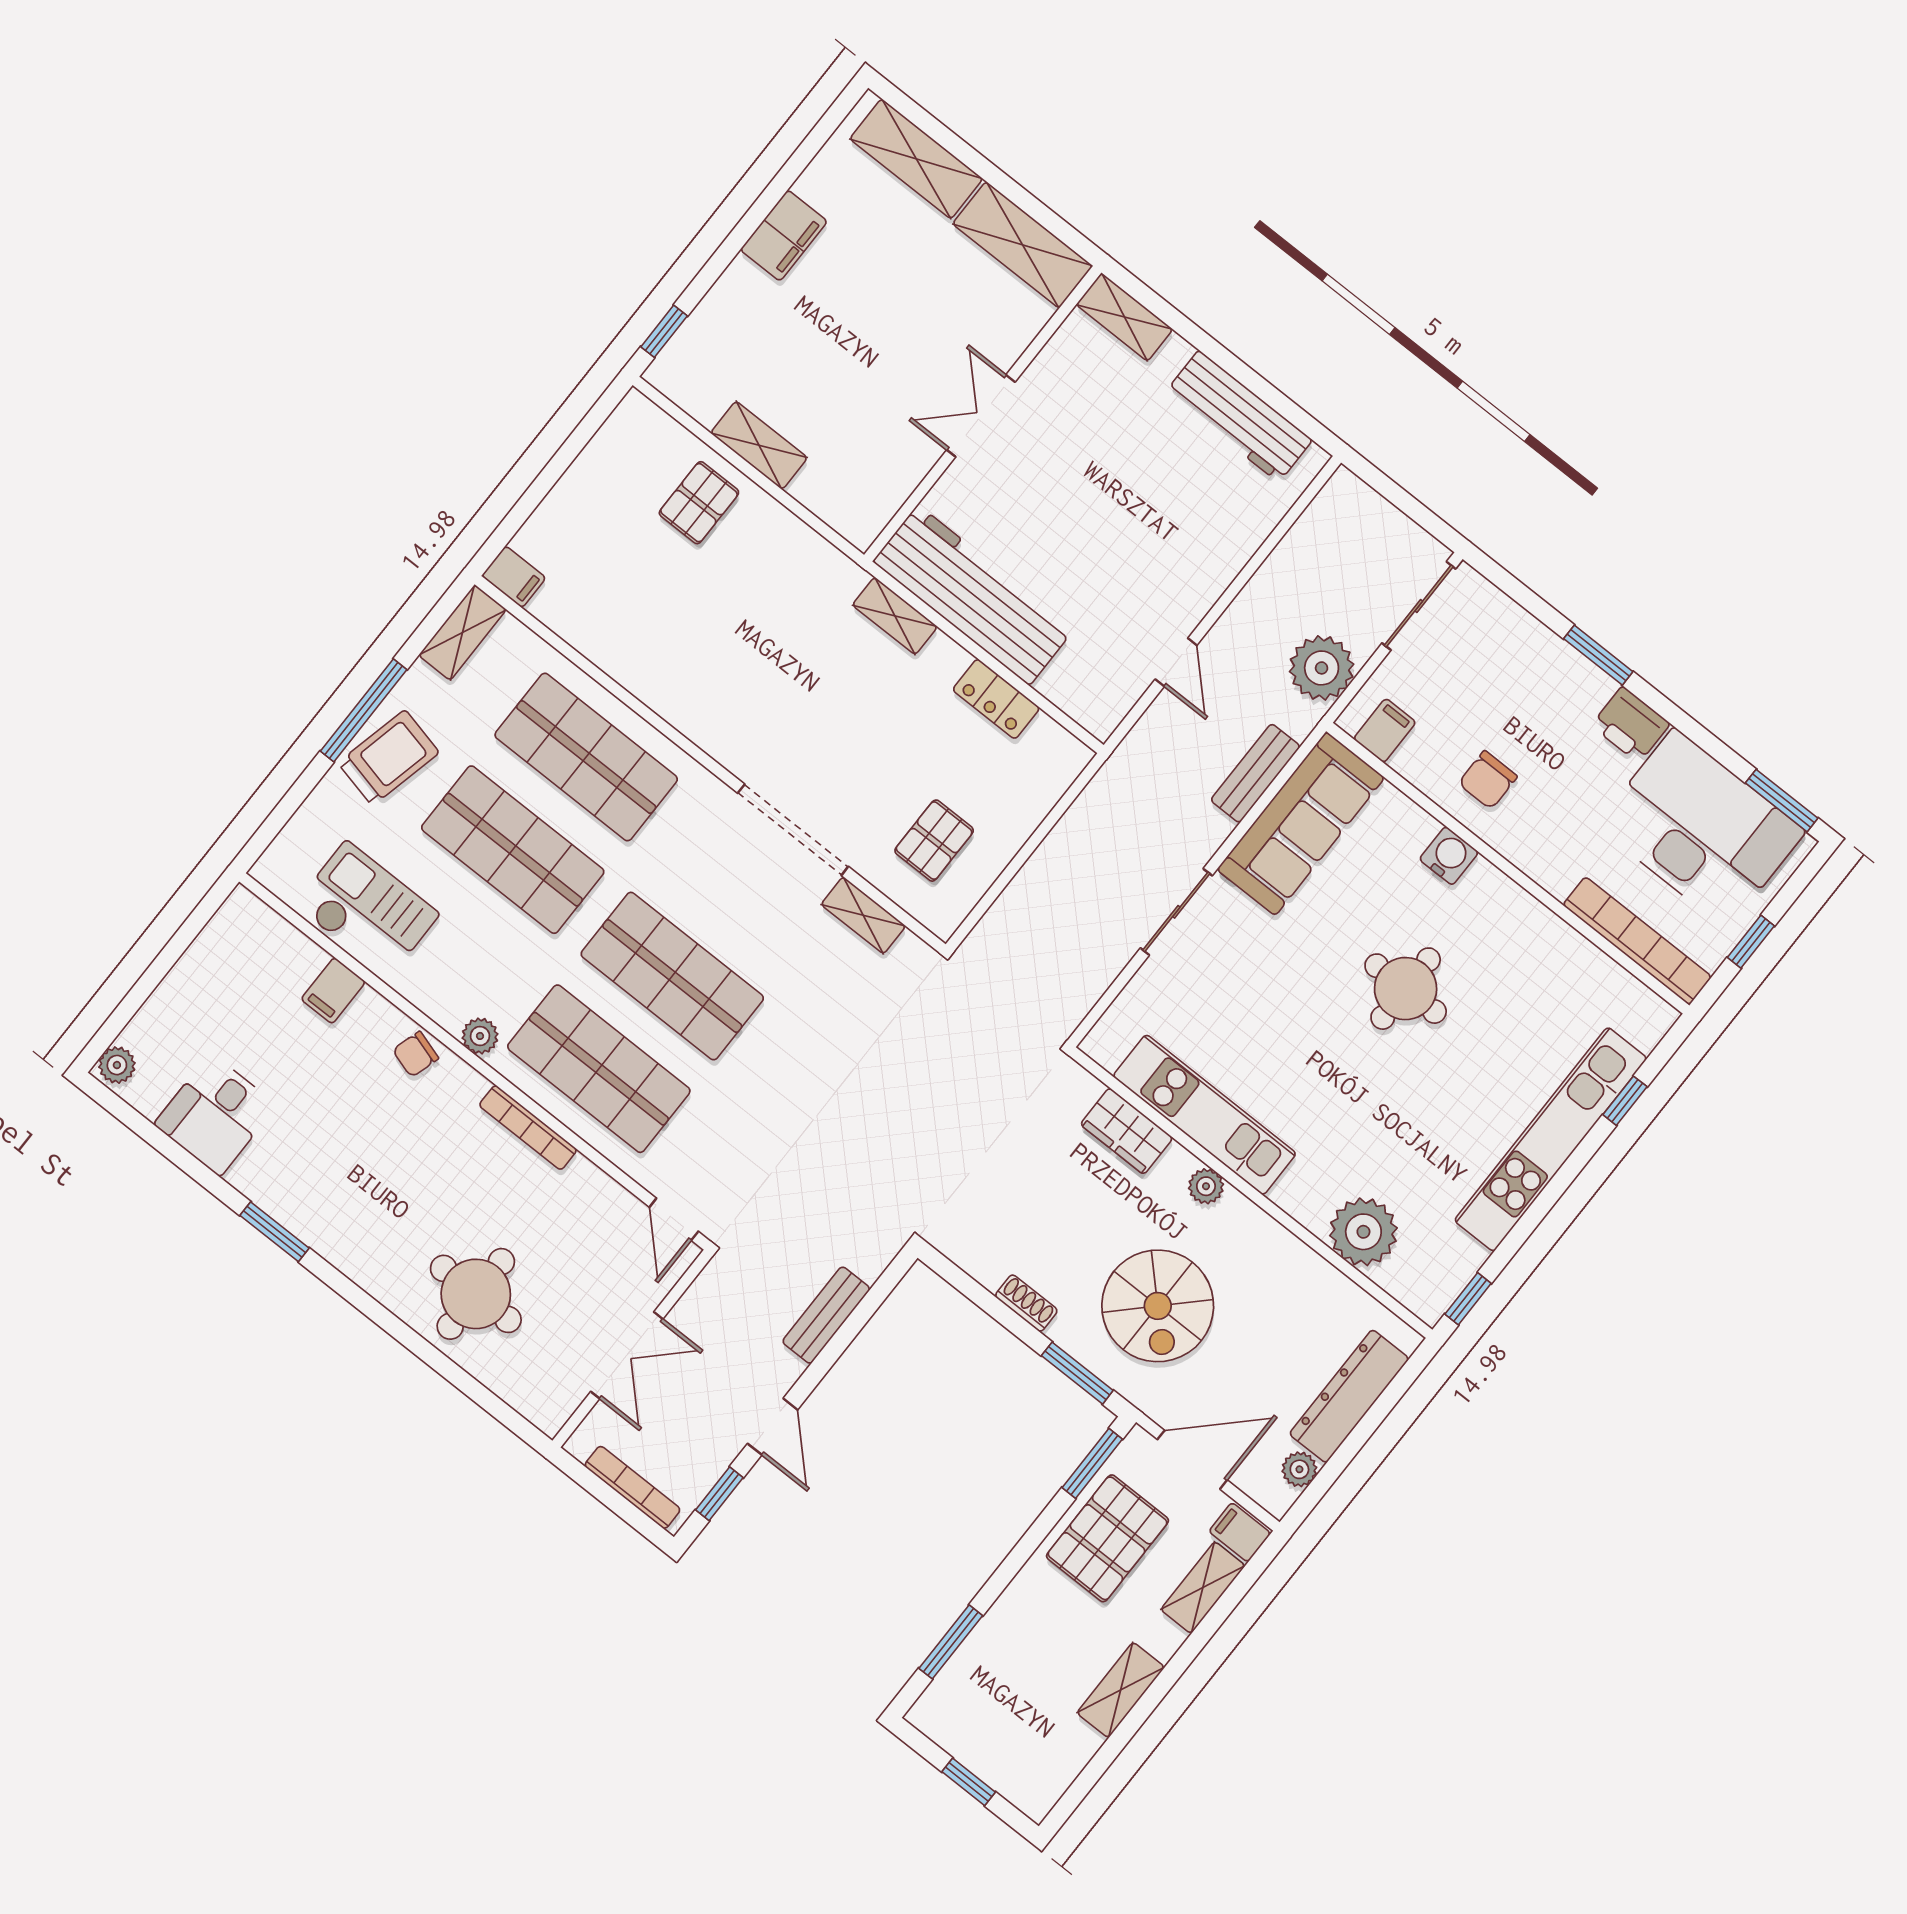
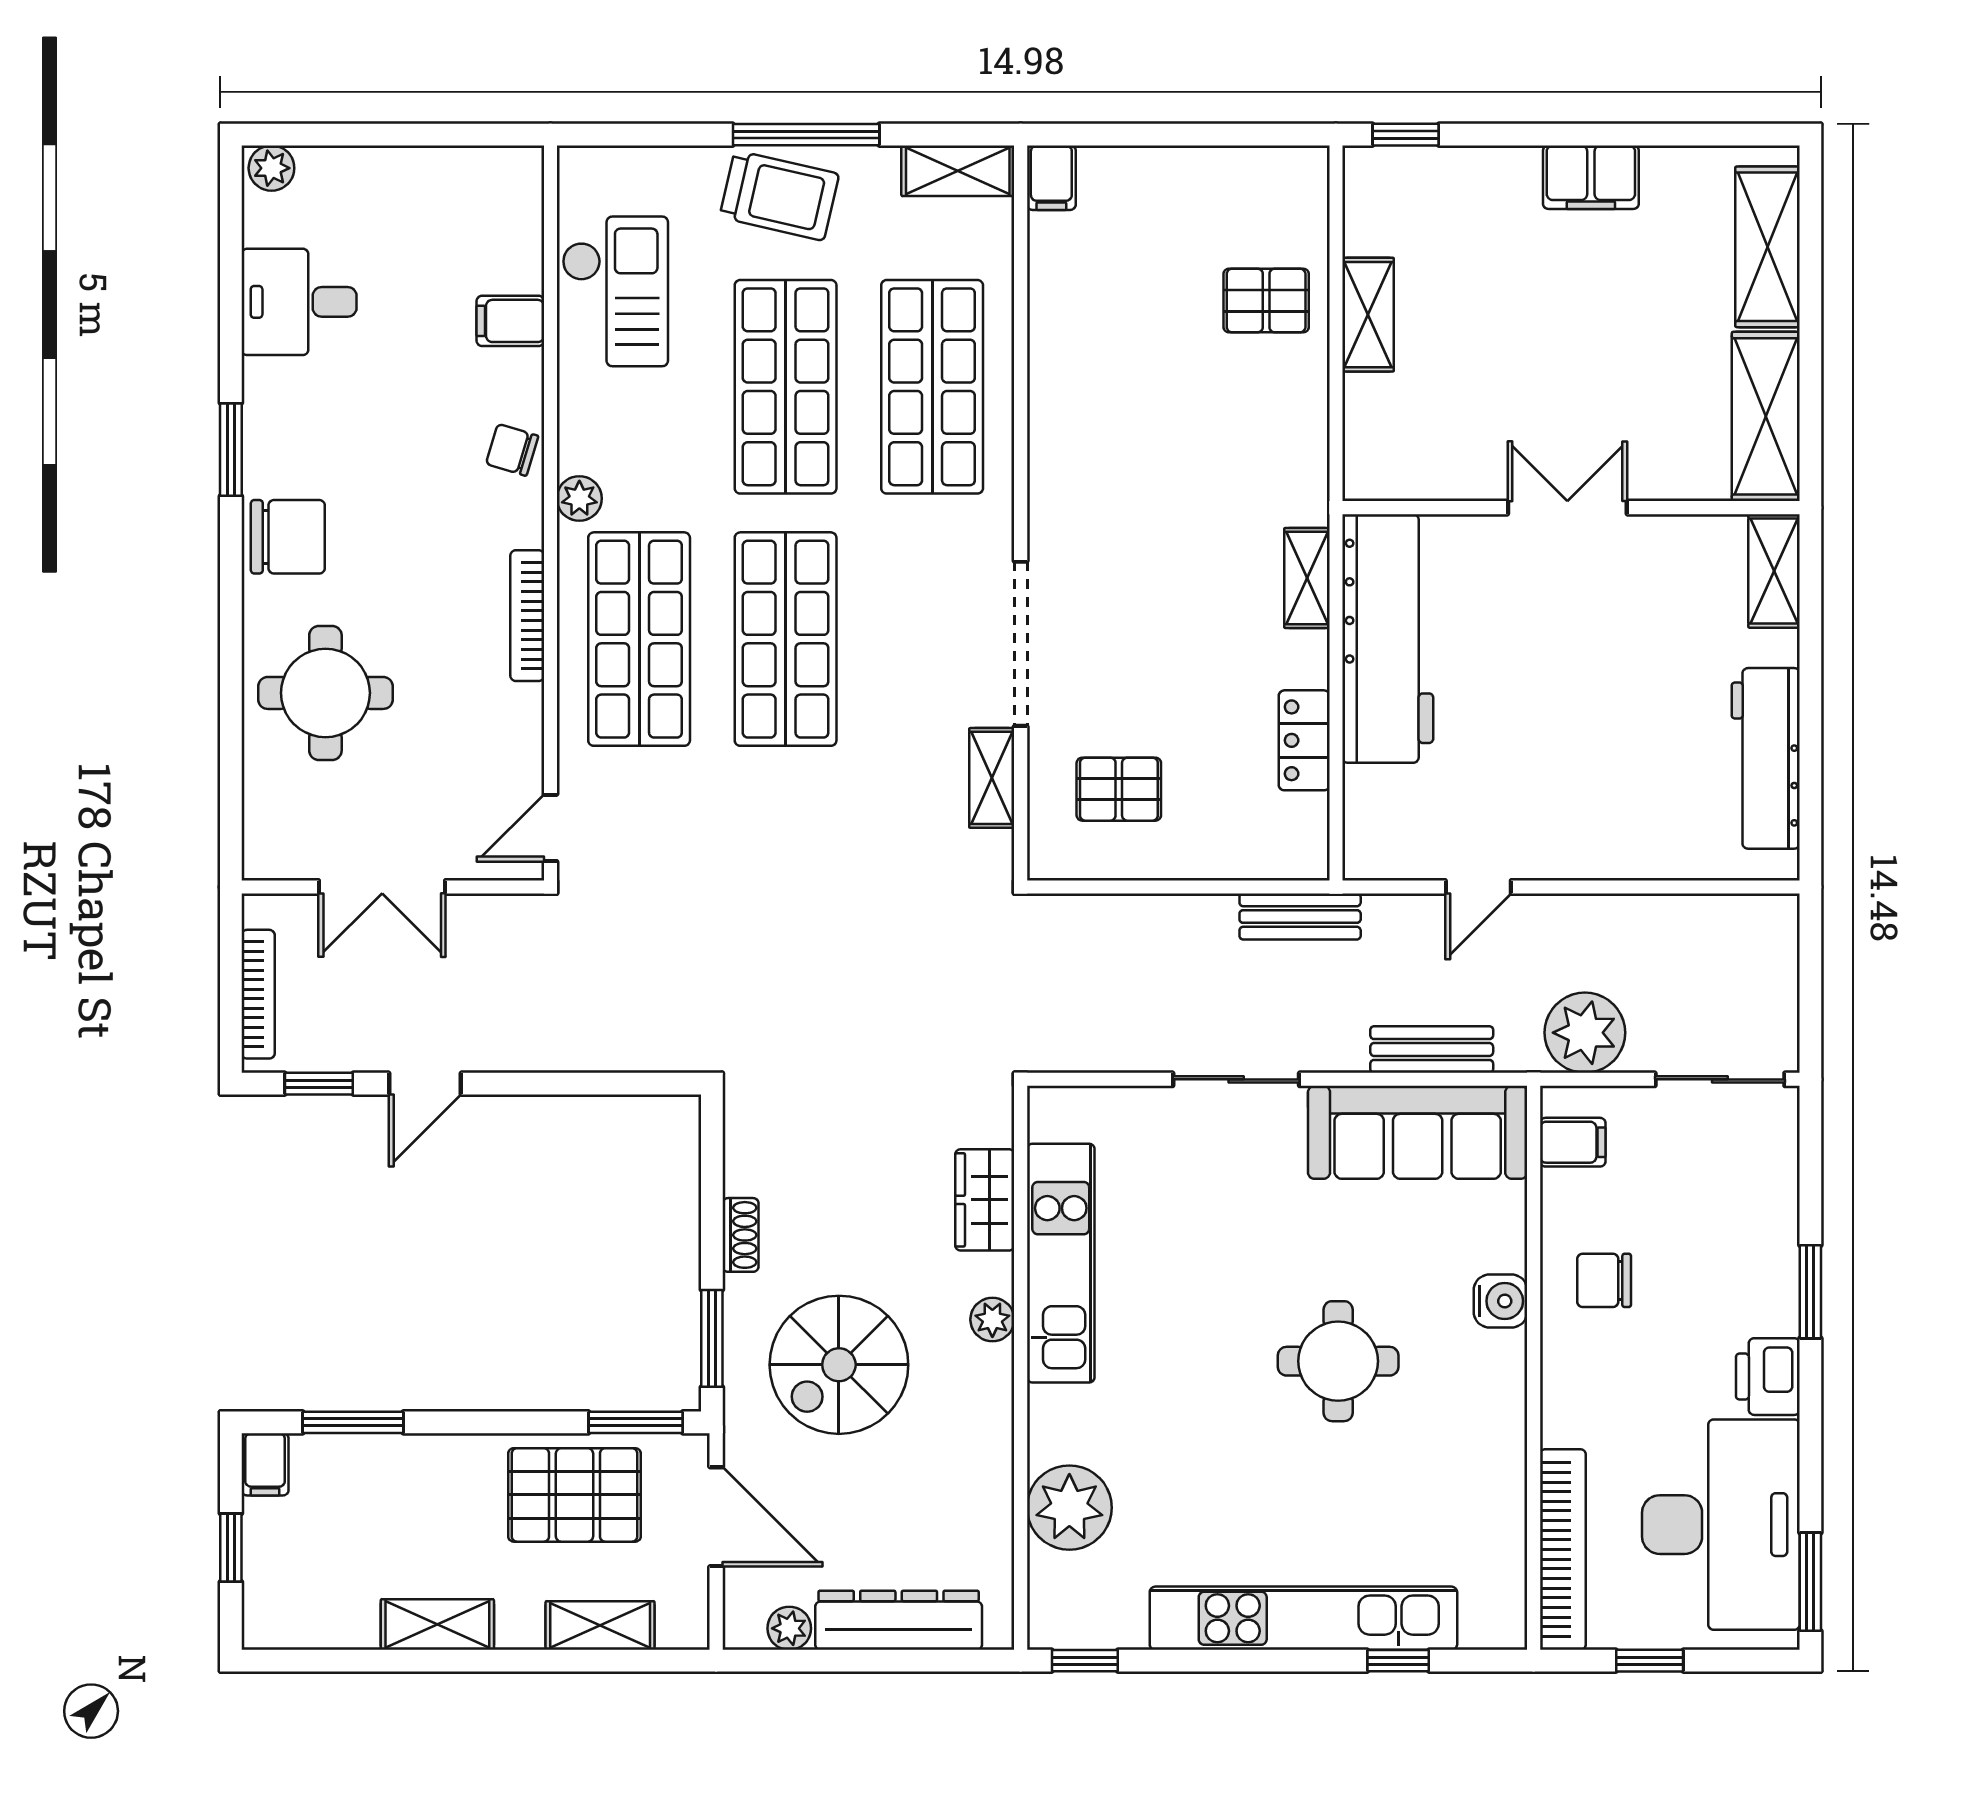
chair: (358, 1239) -> (288, 537), added
bench: (826, 1315) -> (1300, 916), moved
filing cabinet: (1240, 1532) -> (265, 1464), moved, turned 180

